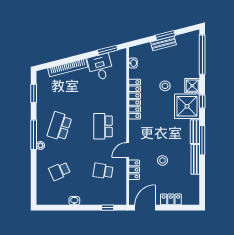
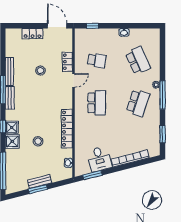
shower: (187, 106) -> (12, 127), width x0.54, depth x0.54
school desk: (60, 171) -> (138, 60), width x1.85
door: (145, 208) -> (57, 26), swing flipped

